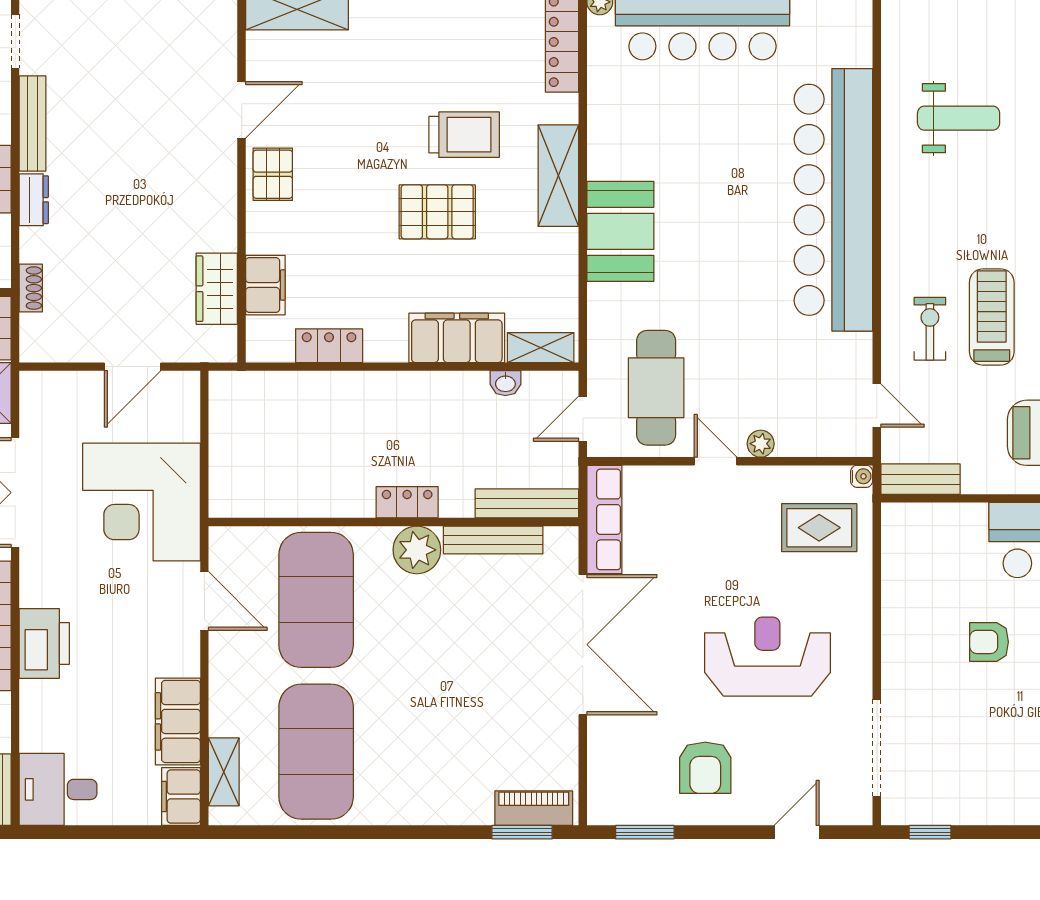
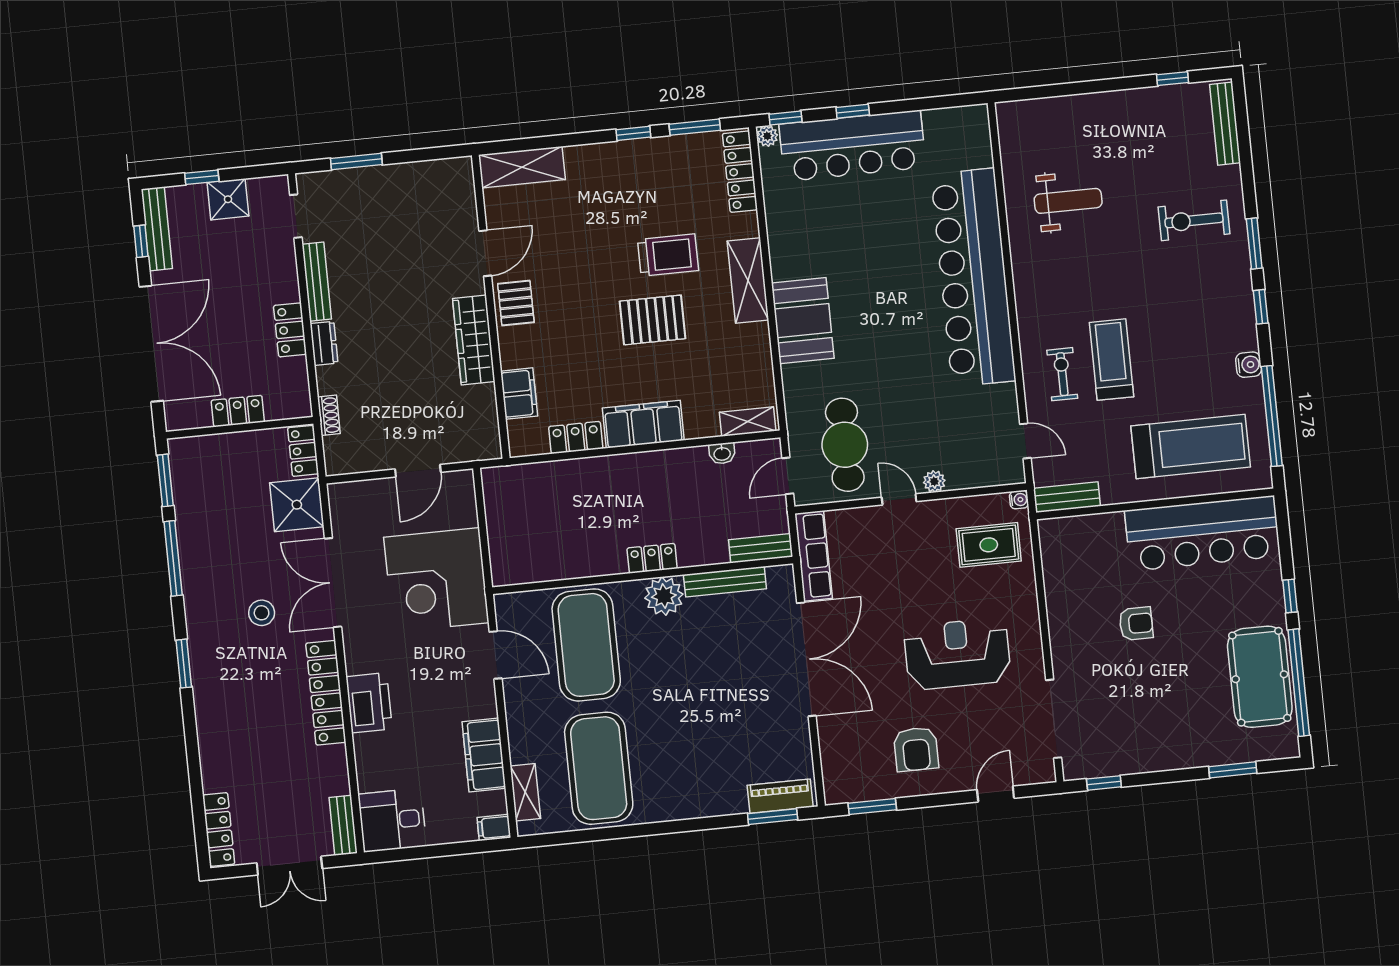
wardrobe: (217, 289) -> (474, 340), moved, width x1.50
filing cabinet: (457, 338) -> (643, 424), moved
bench: (527, 503) -> (761, 548), width x0.73
armchair: (989, 642) -> (1136, 624), turned 180
filing cabinet: (181, 797) -> (494, 828), width x0.50

